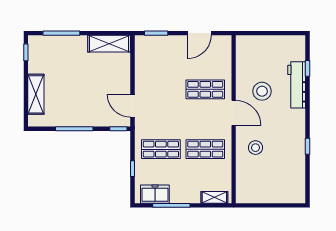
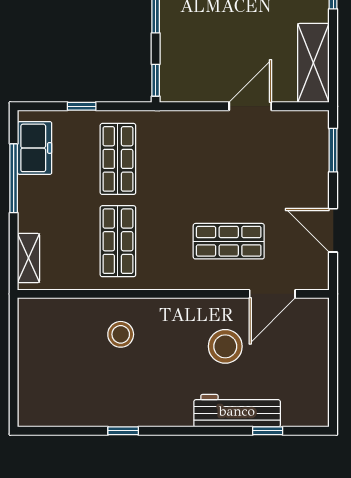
shop shelf: (205, 89) -> (229, 241), turned 90
door: (132, 106) -> (250, 106), moved
door: (234, 113) -> (272, 294), moved

